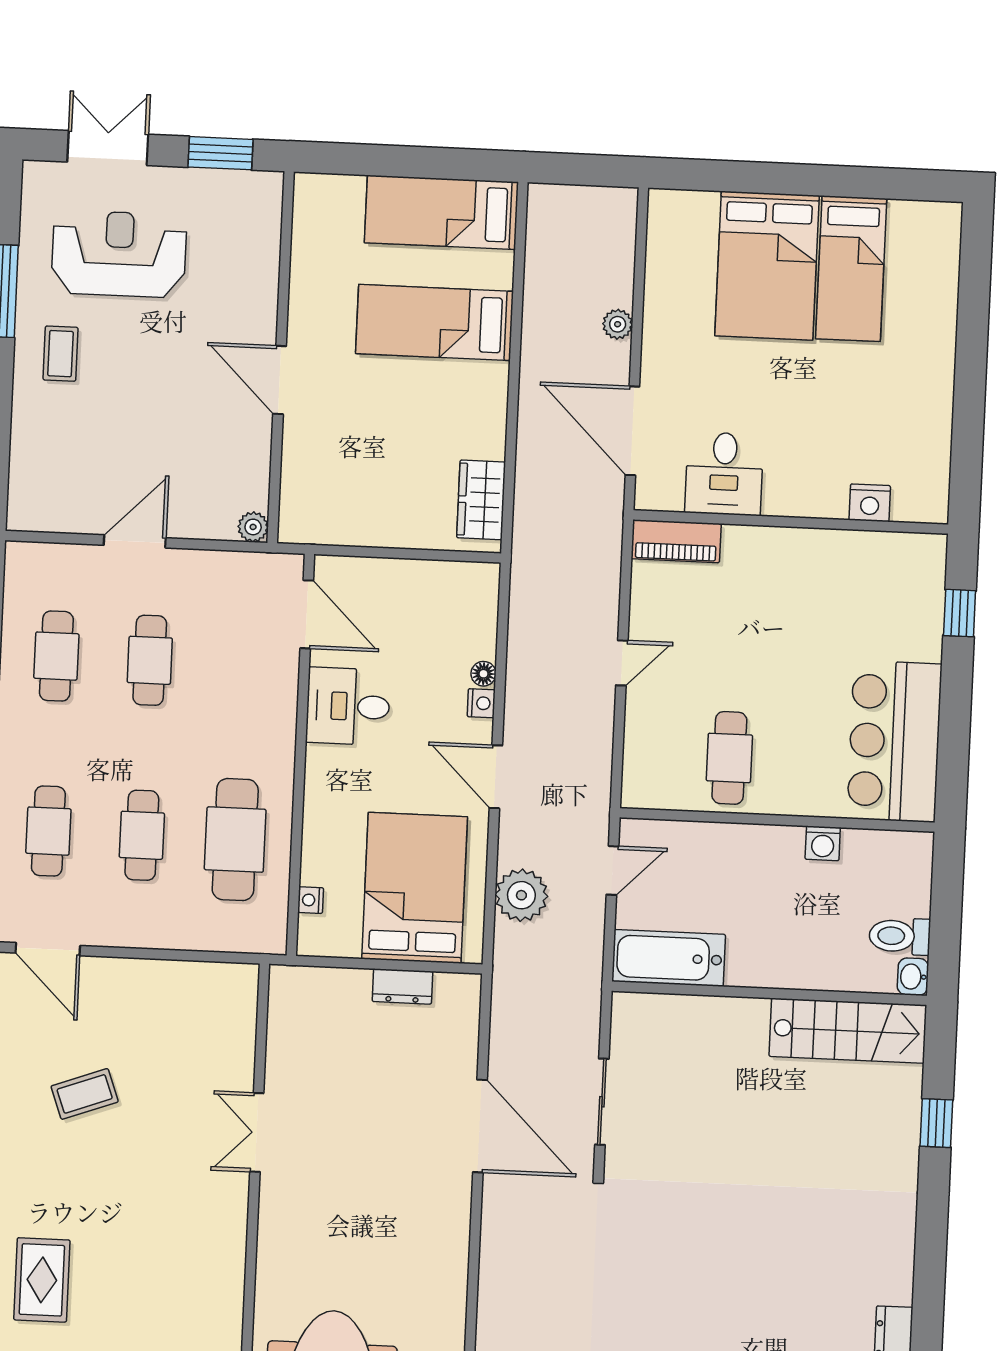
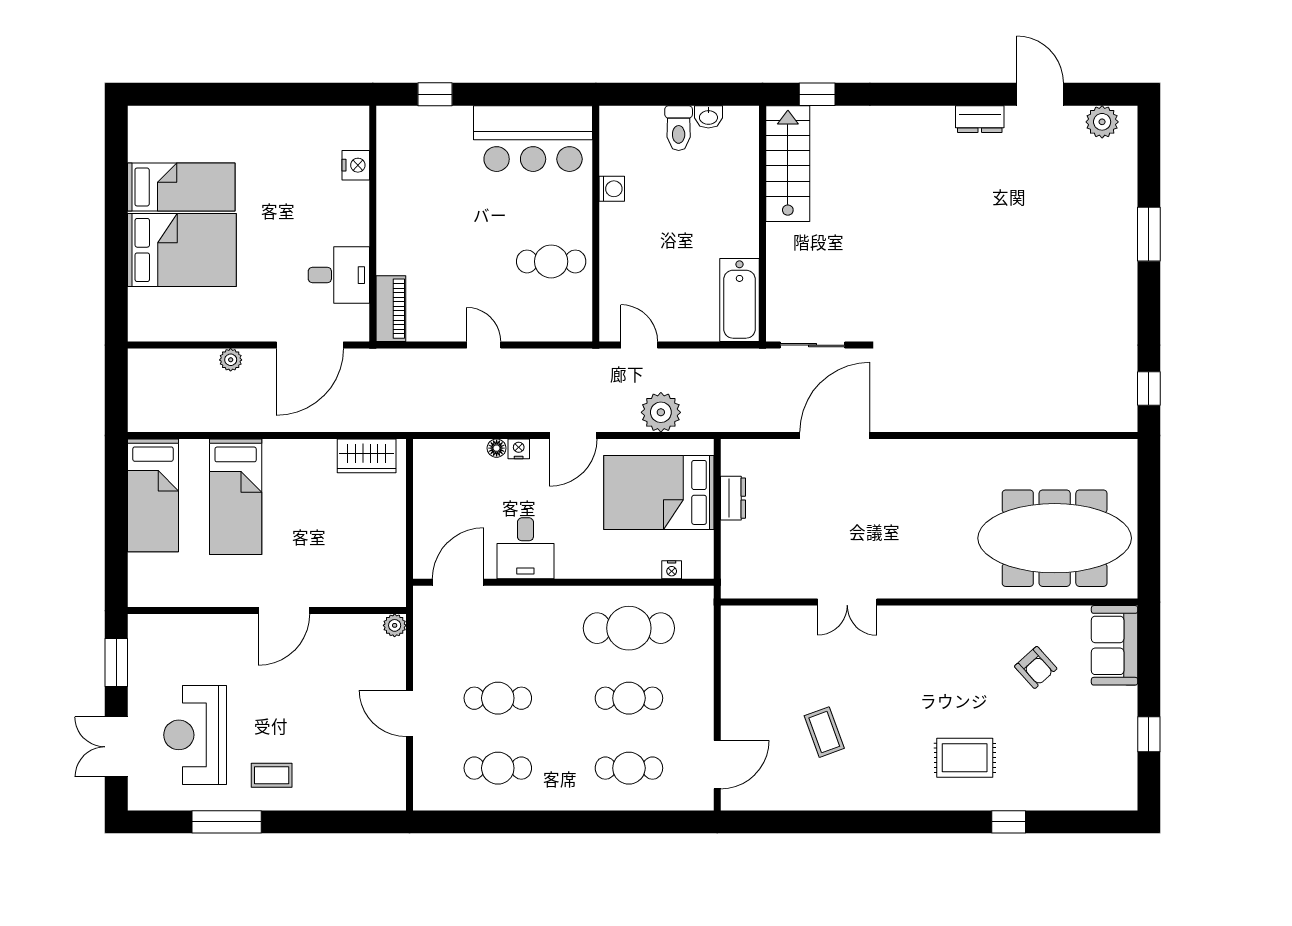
bathtub: (669, 958) -> (739, 300), moved
wall: (769, 993) -> (763, 224), moved
stairs: (848, 1031) -> (788, 164), moved

